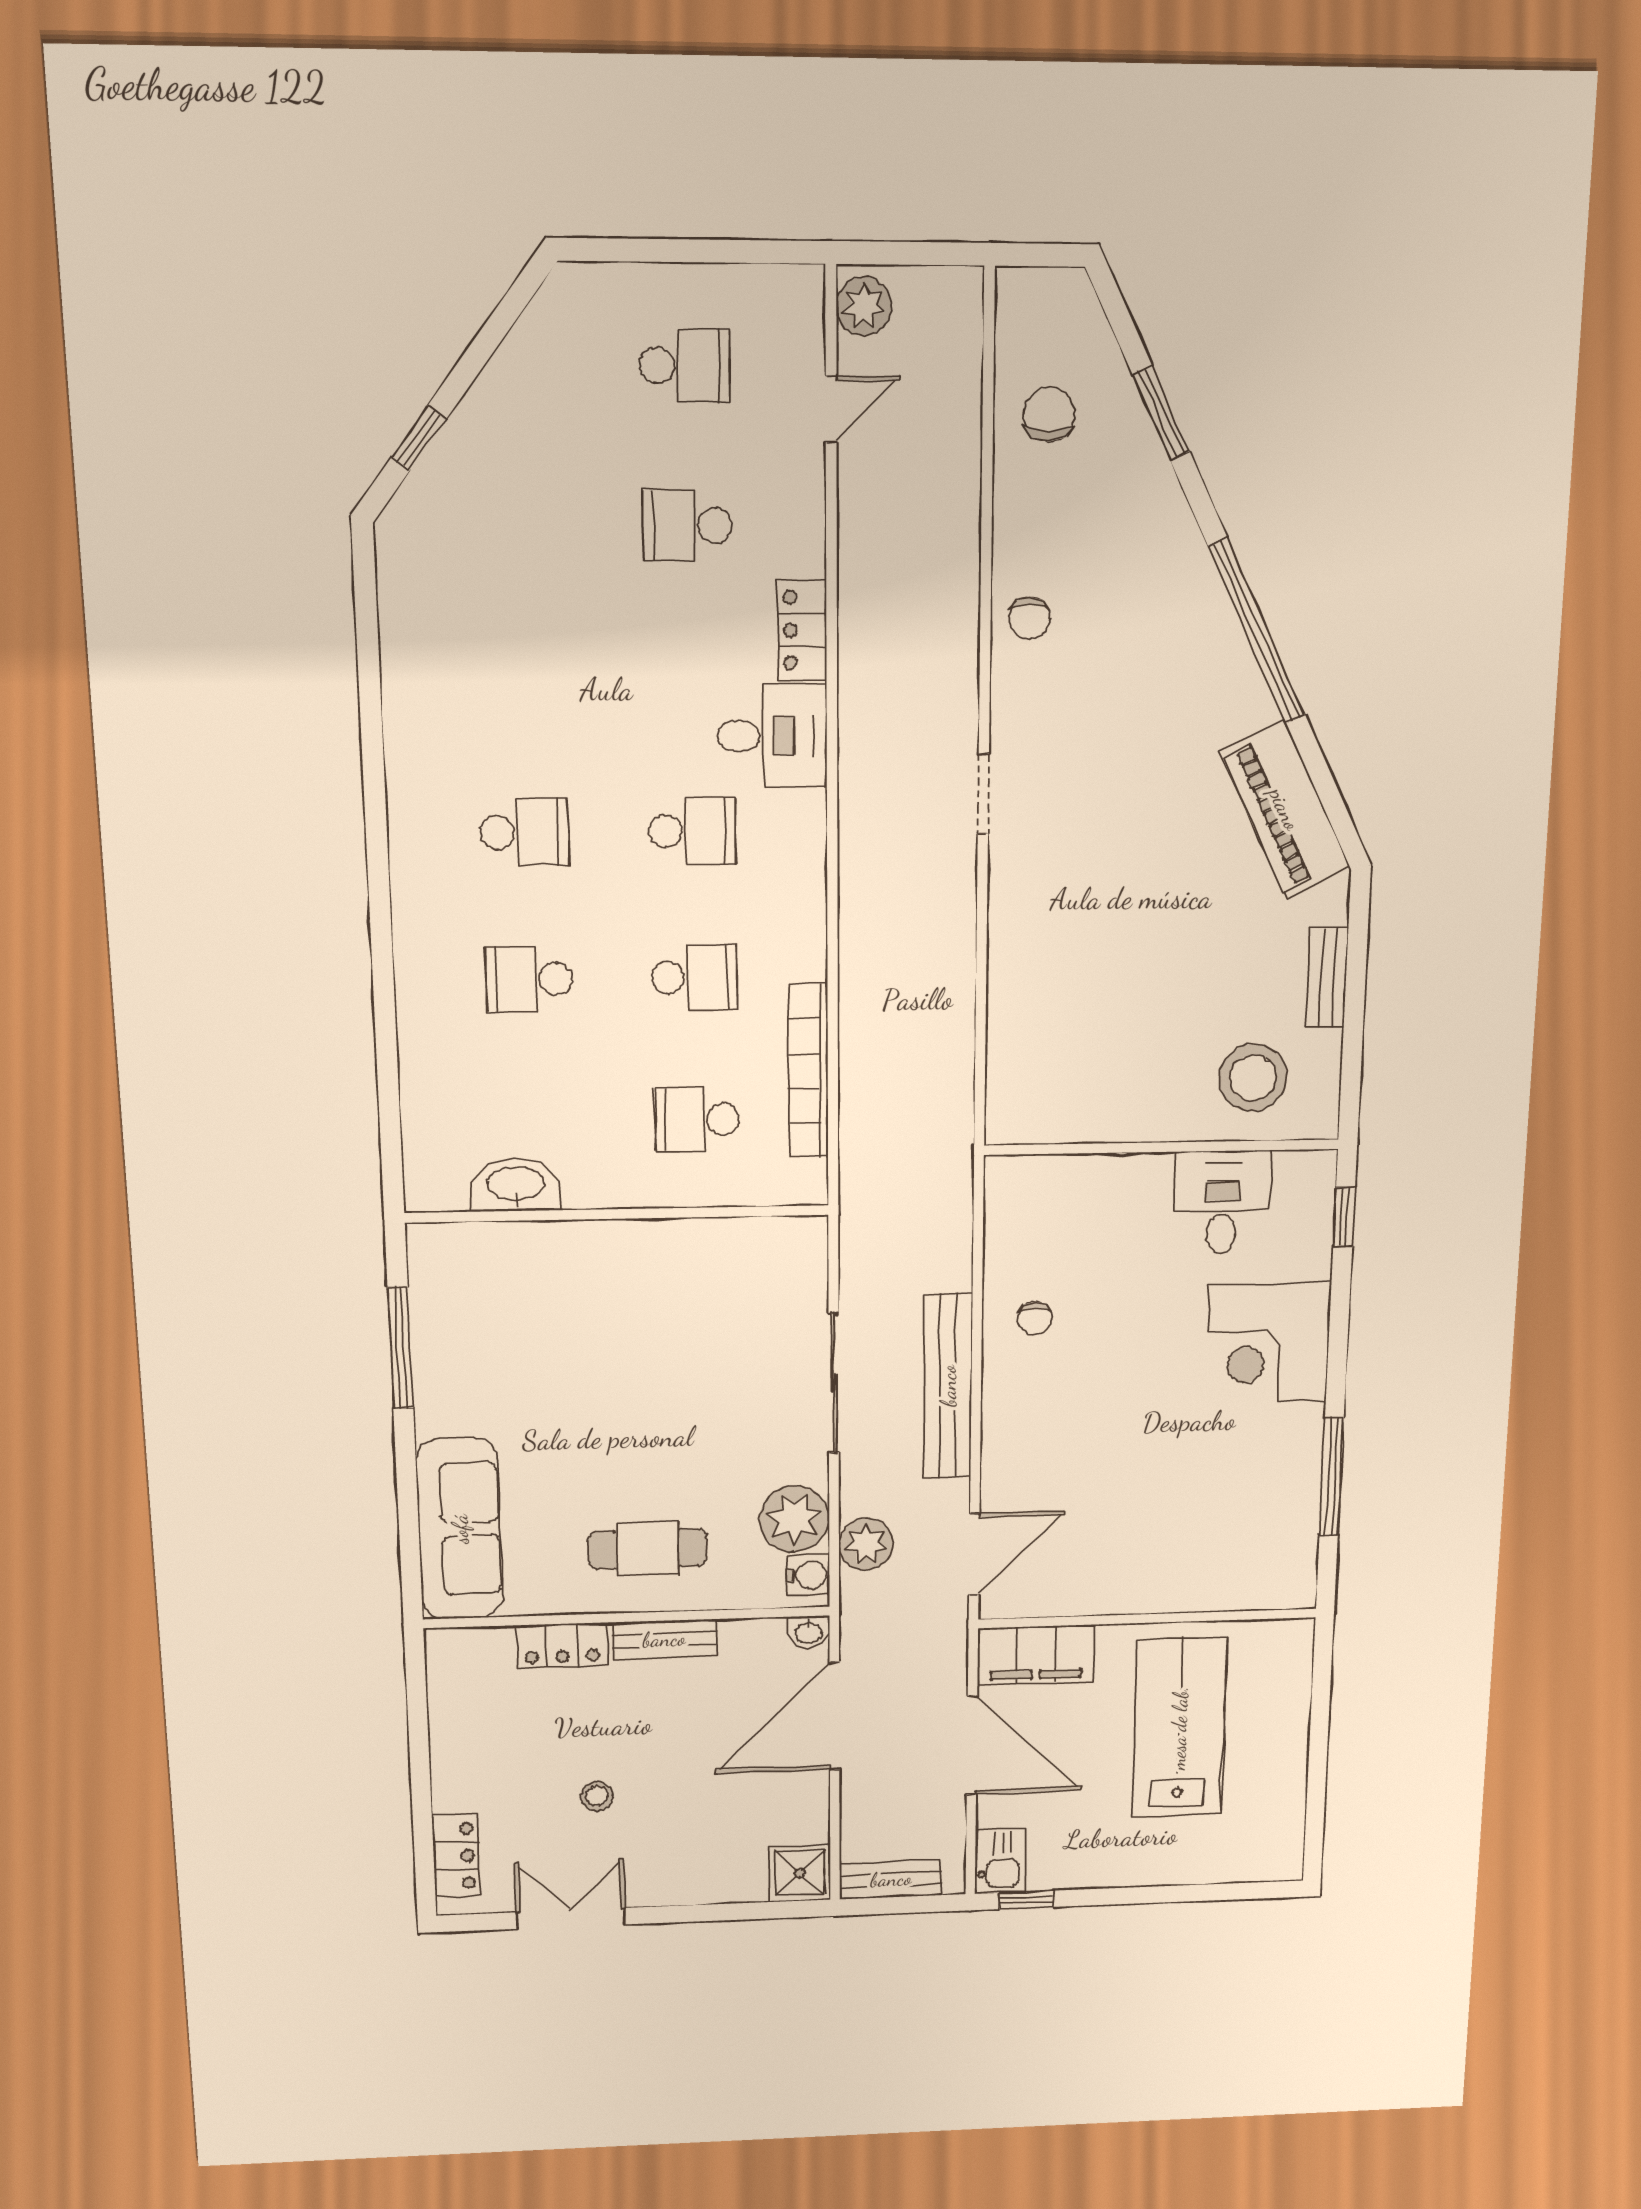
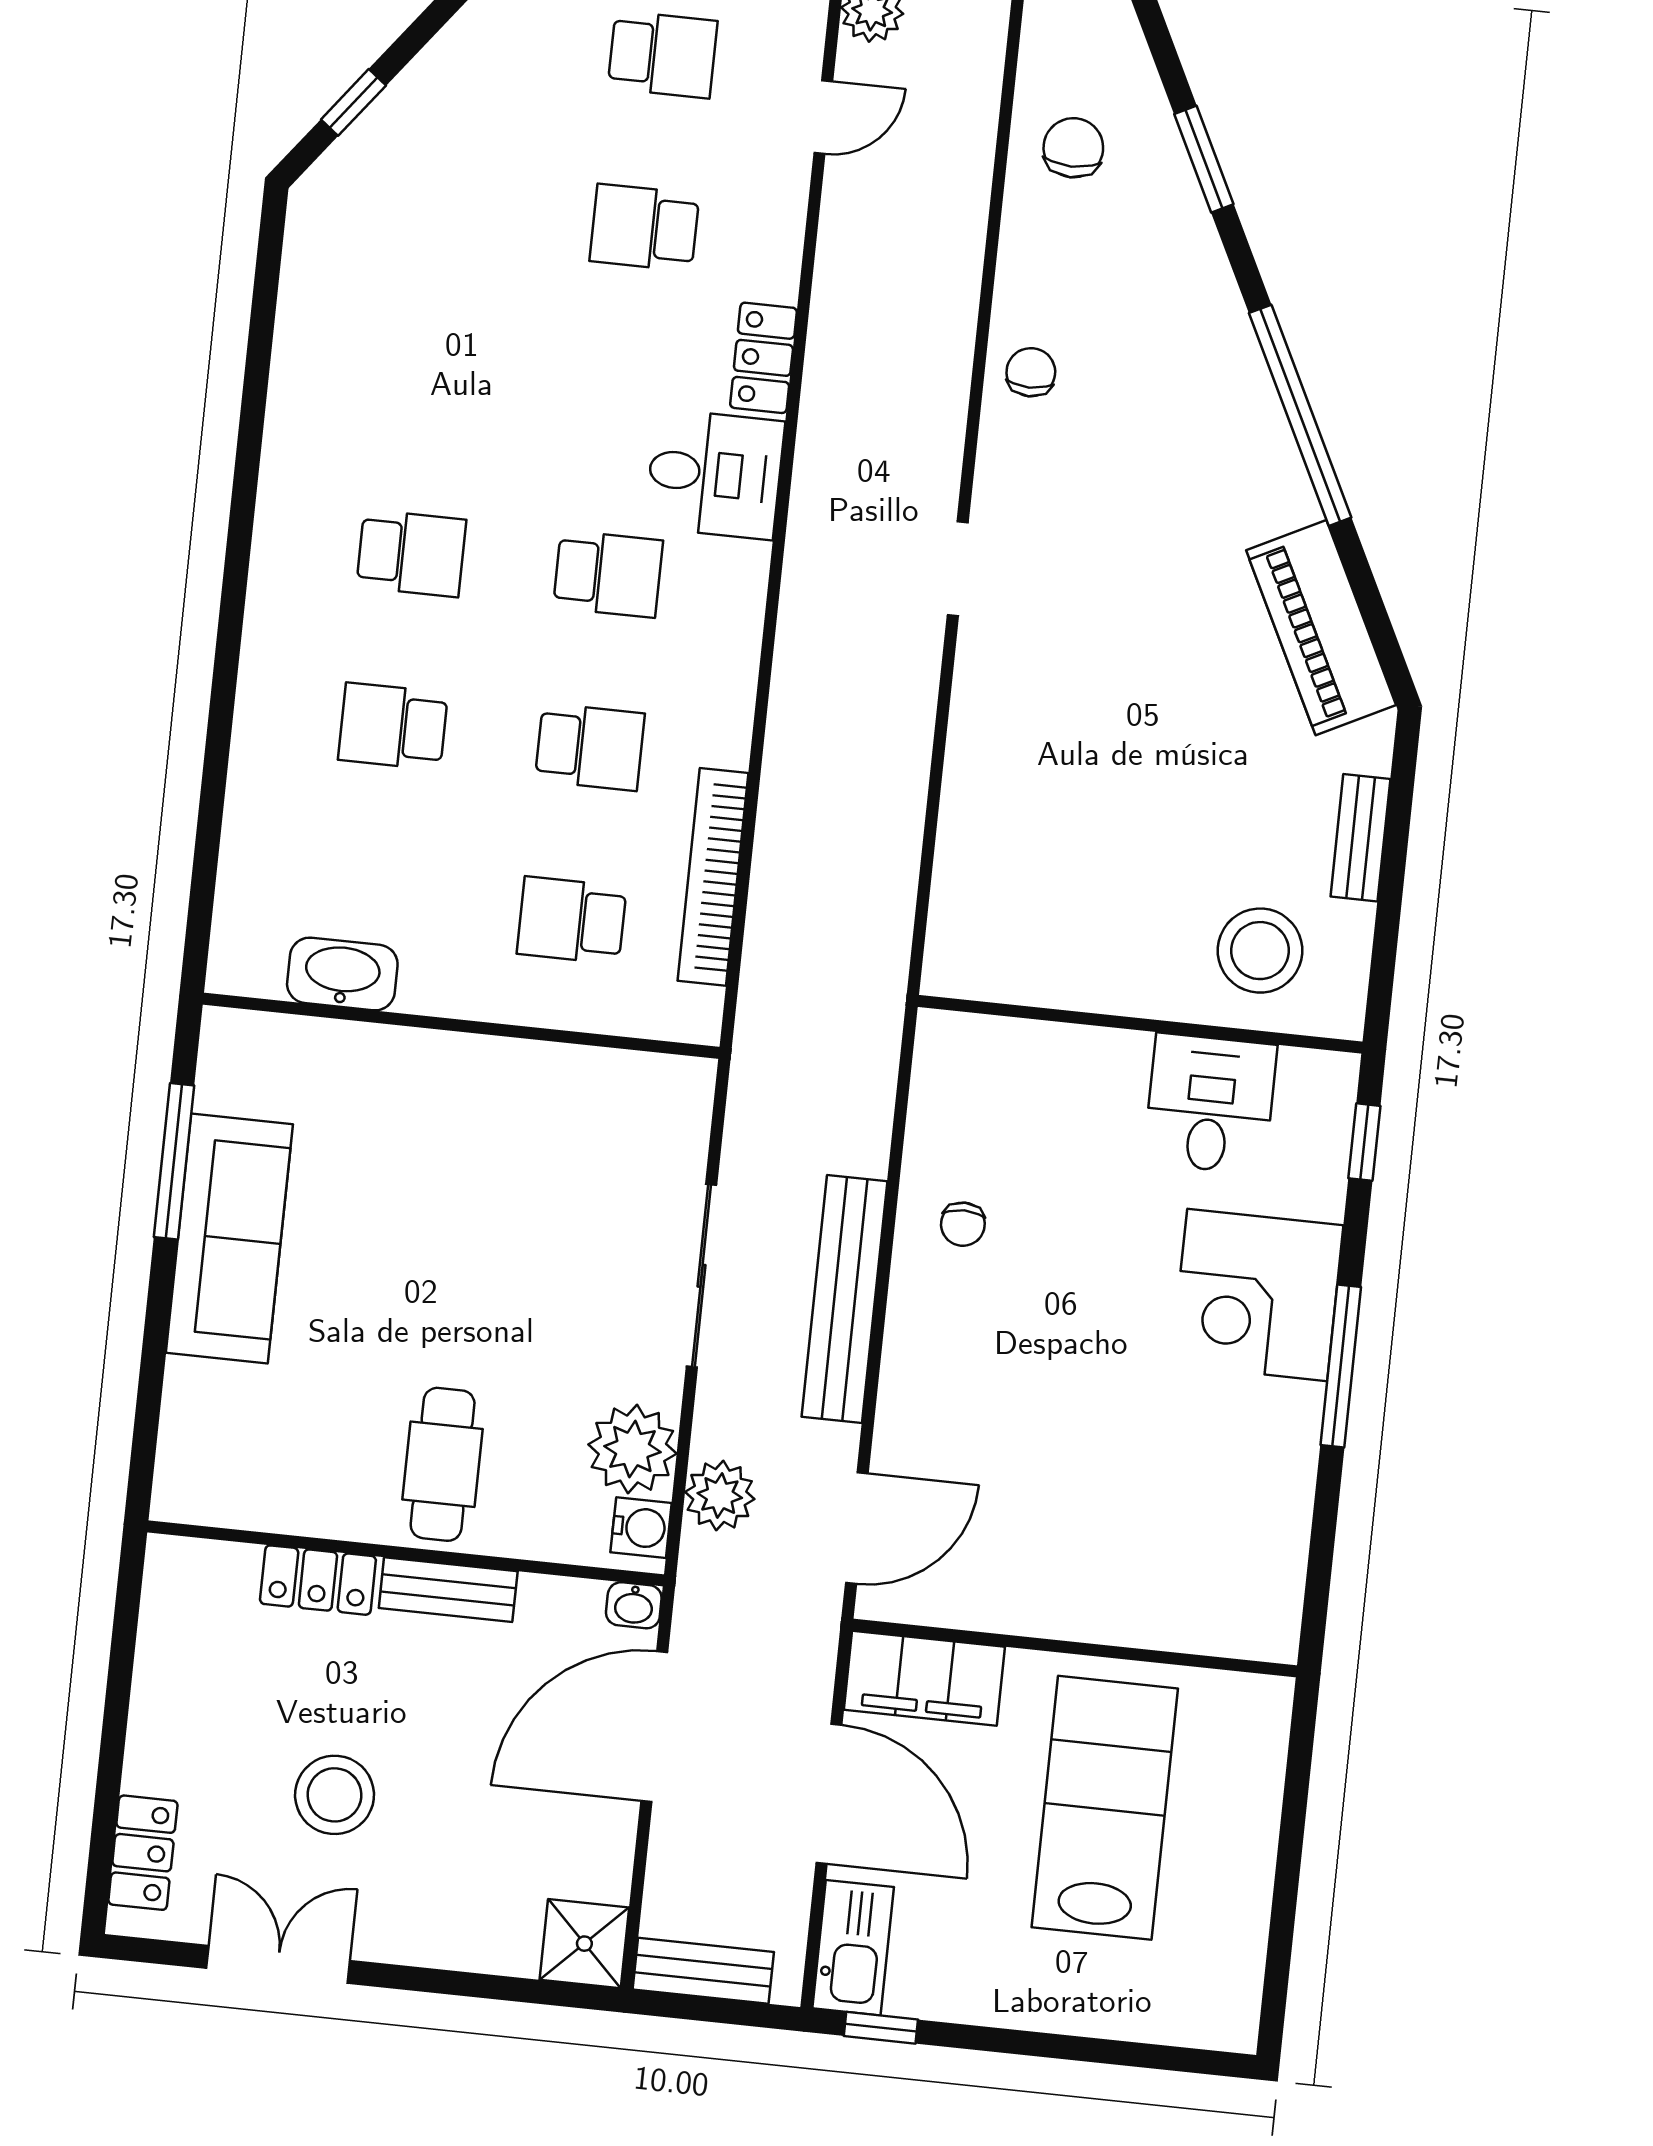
chair: (1029, 618) -> (1031, 372), turned 180
window: (1332, 1476) -> (1341, 1366), moved
sofa: (460, 1529) -> (229, 1239), moved
cafe table: (648, 1549) -> (443, 1464), turned 90
stool: (597, 1796) -> (335, 1795), width x1.89, depth x1.89
kitchen sink: (1000, 1861) -> (853, 1948), width x1.38

